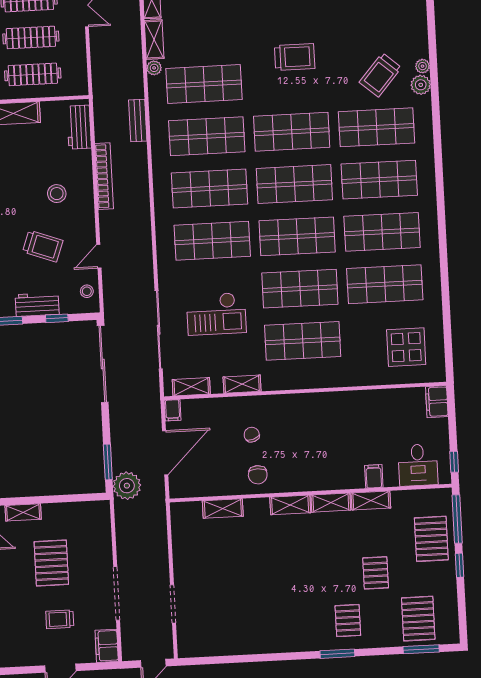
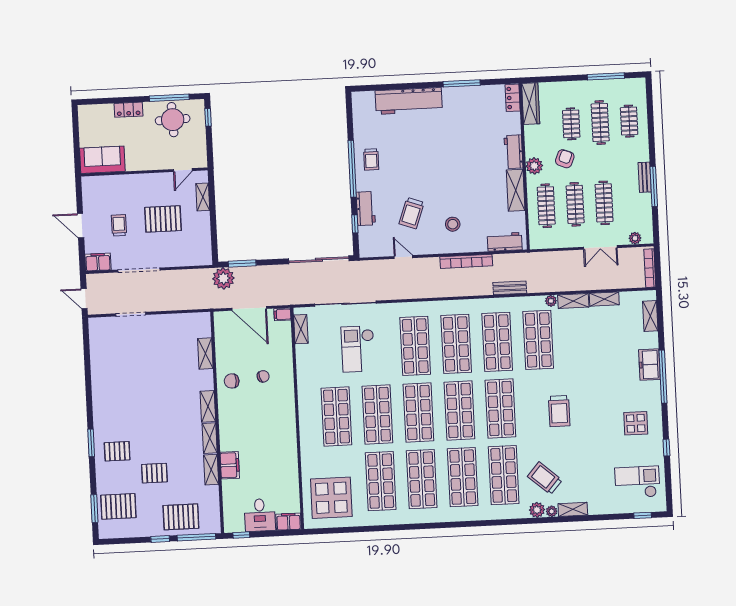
stool: (87, 291) -> (376, 247), removed
display table: (406, 347) -> (331, 498), width x1.36, depth x1.36
shelving: (242, 384) -> (573, 509), moved, turned 90
desk: (418, 465) -> (260, 515), moved, turned -90
filing cabinet: (374, 476) -> (230, 465), width x2.00

